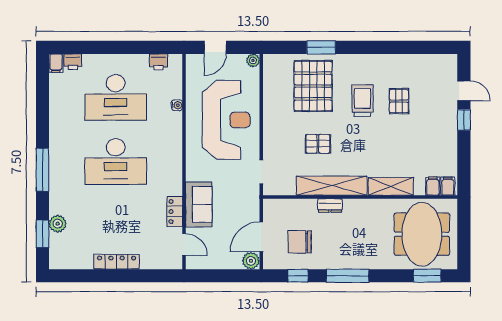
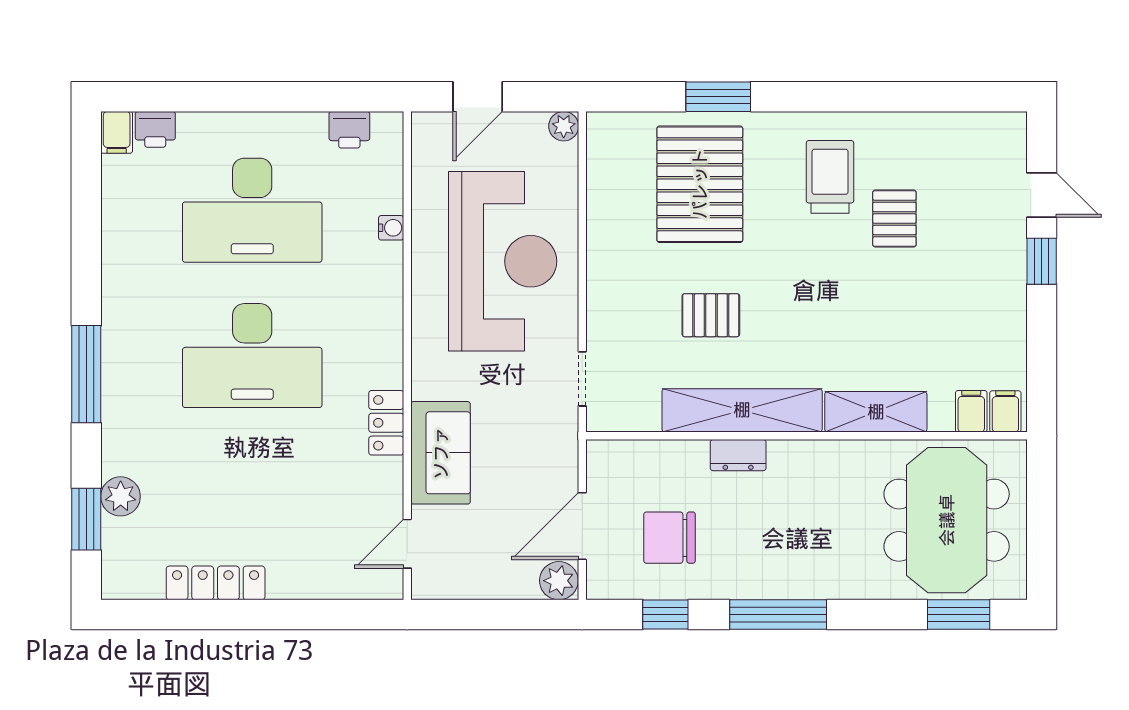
trolley: (363, 101) -> (830, 177), moved
locker: (175, 212) -> (386, 423), moved
door: (184, 244) -> (407, 544), swing flipped
locker: (117, 262) -> (216, 583), moved

